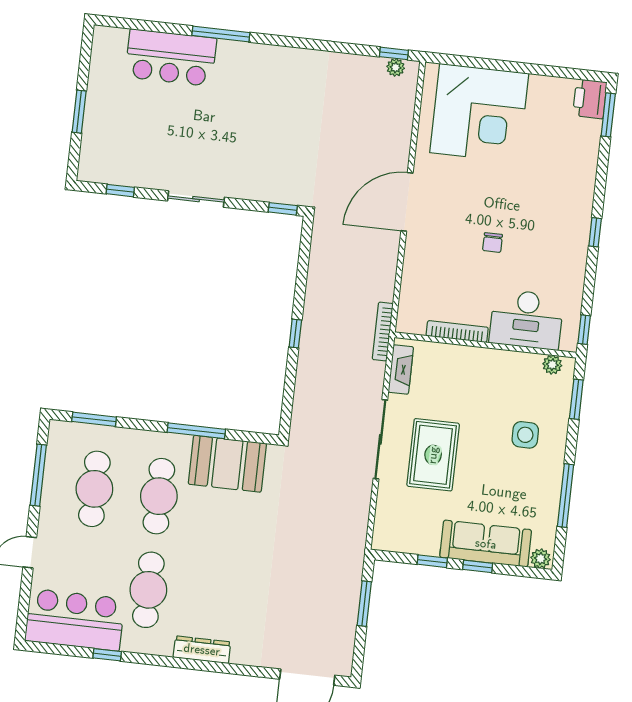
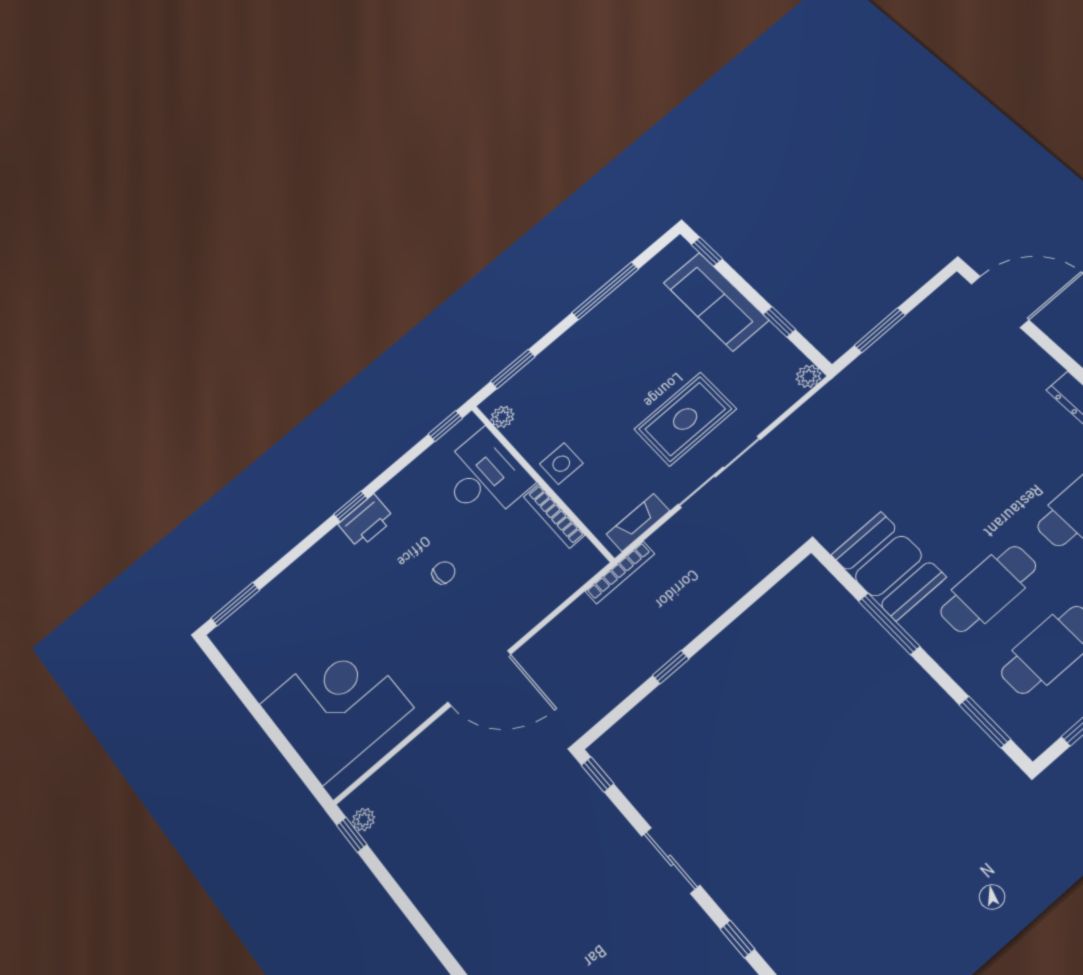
printer: (590, 99) -> (366, 521), moved
window: (295, 333) -> (671, 667), moved
side table: (525, 435) -> (561, 464), moved
plant: (540, 559) -> (808, 376), moved
window: (478, 566) -> (707, 252), moved

